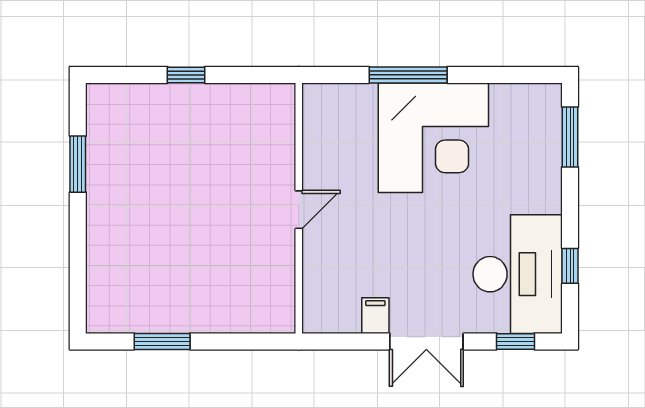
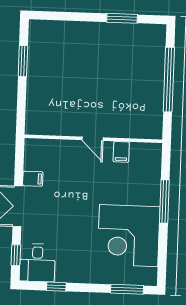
window: (186, 75) -> (169, 80), width x3.17
corner desk: (433, 138) -> (129, 236), moved
filing cabinet: (321, 157) -> (121, 152), added
desk: (518, 274) -> (37, 263), width x0.53, depth x0.77

